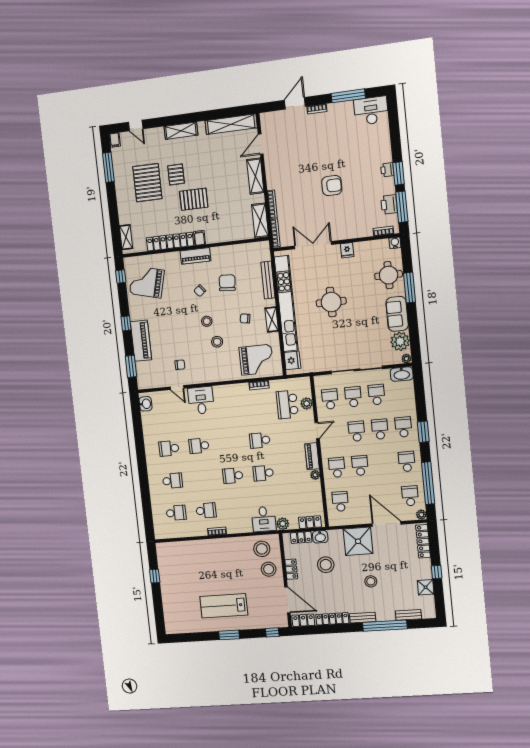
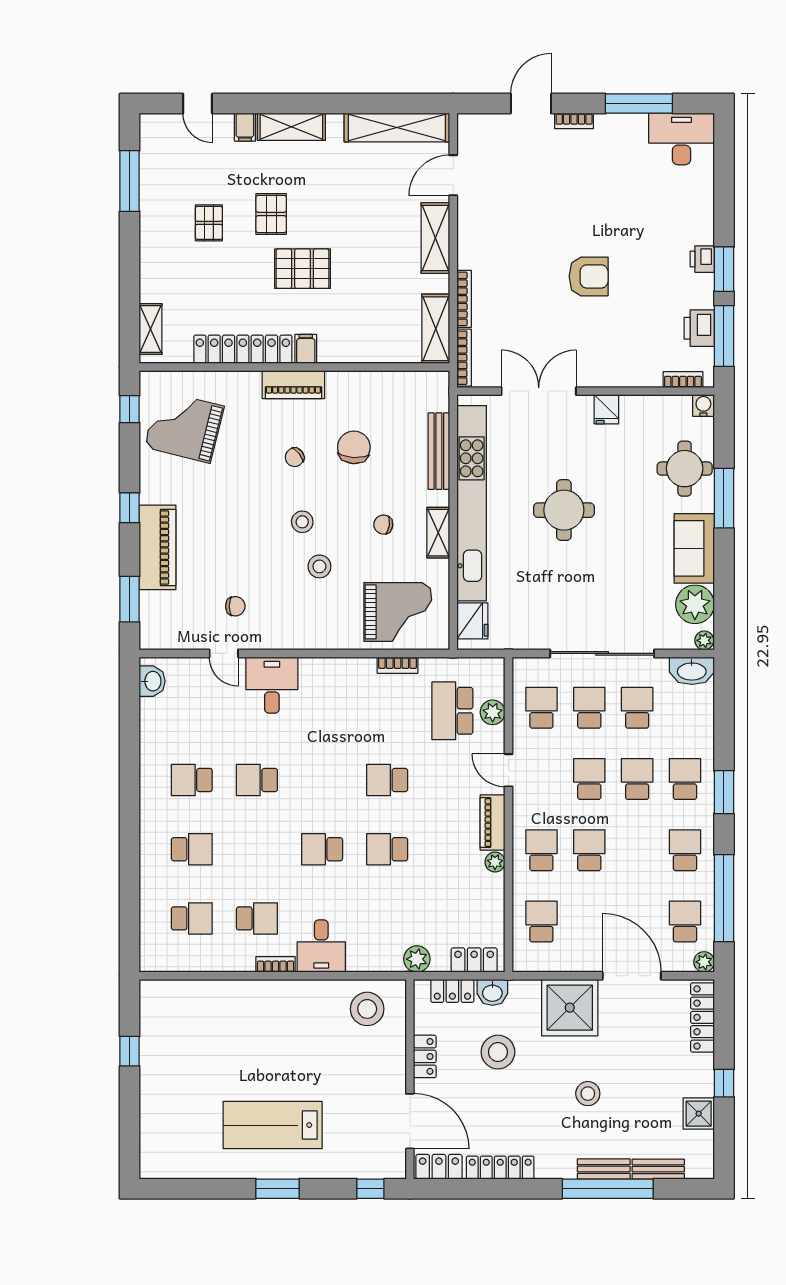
filing cabinet: (115, 140) -> (245, 127), moved
pallet: (147, 183) -> (209, 223), width x0.49, depth x0.50
door: (317, 431) -> (509, 770), swing flipped
desk: (264, 519) -> (321, 946), moved
stool: (269, 569) -> (377, 1053), removed
bench: (363, 618) -> (604, 1169), moved

